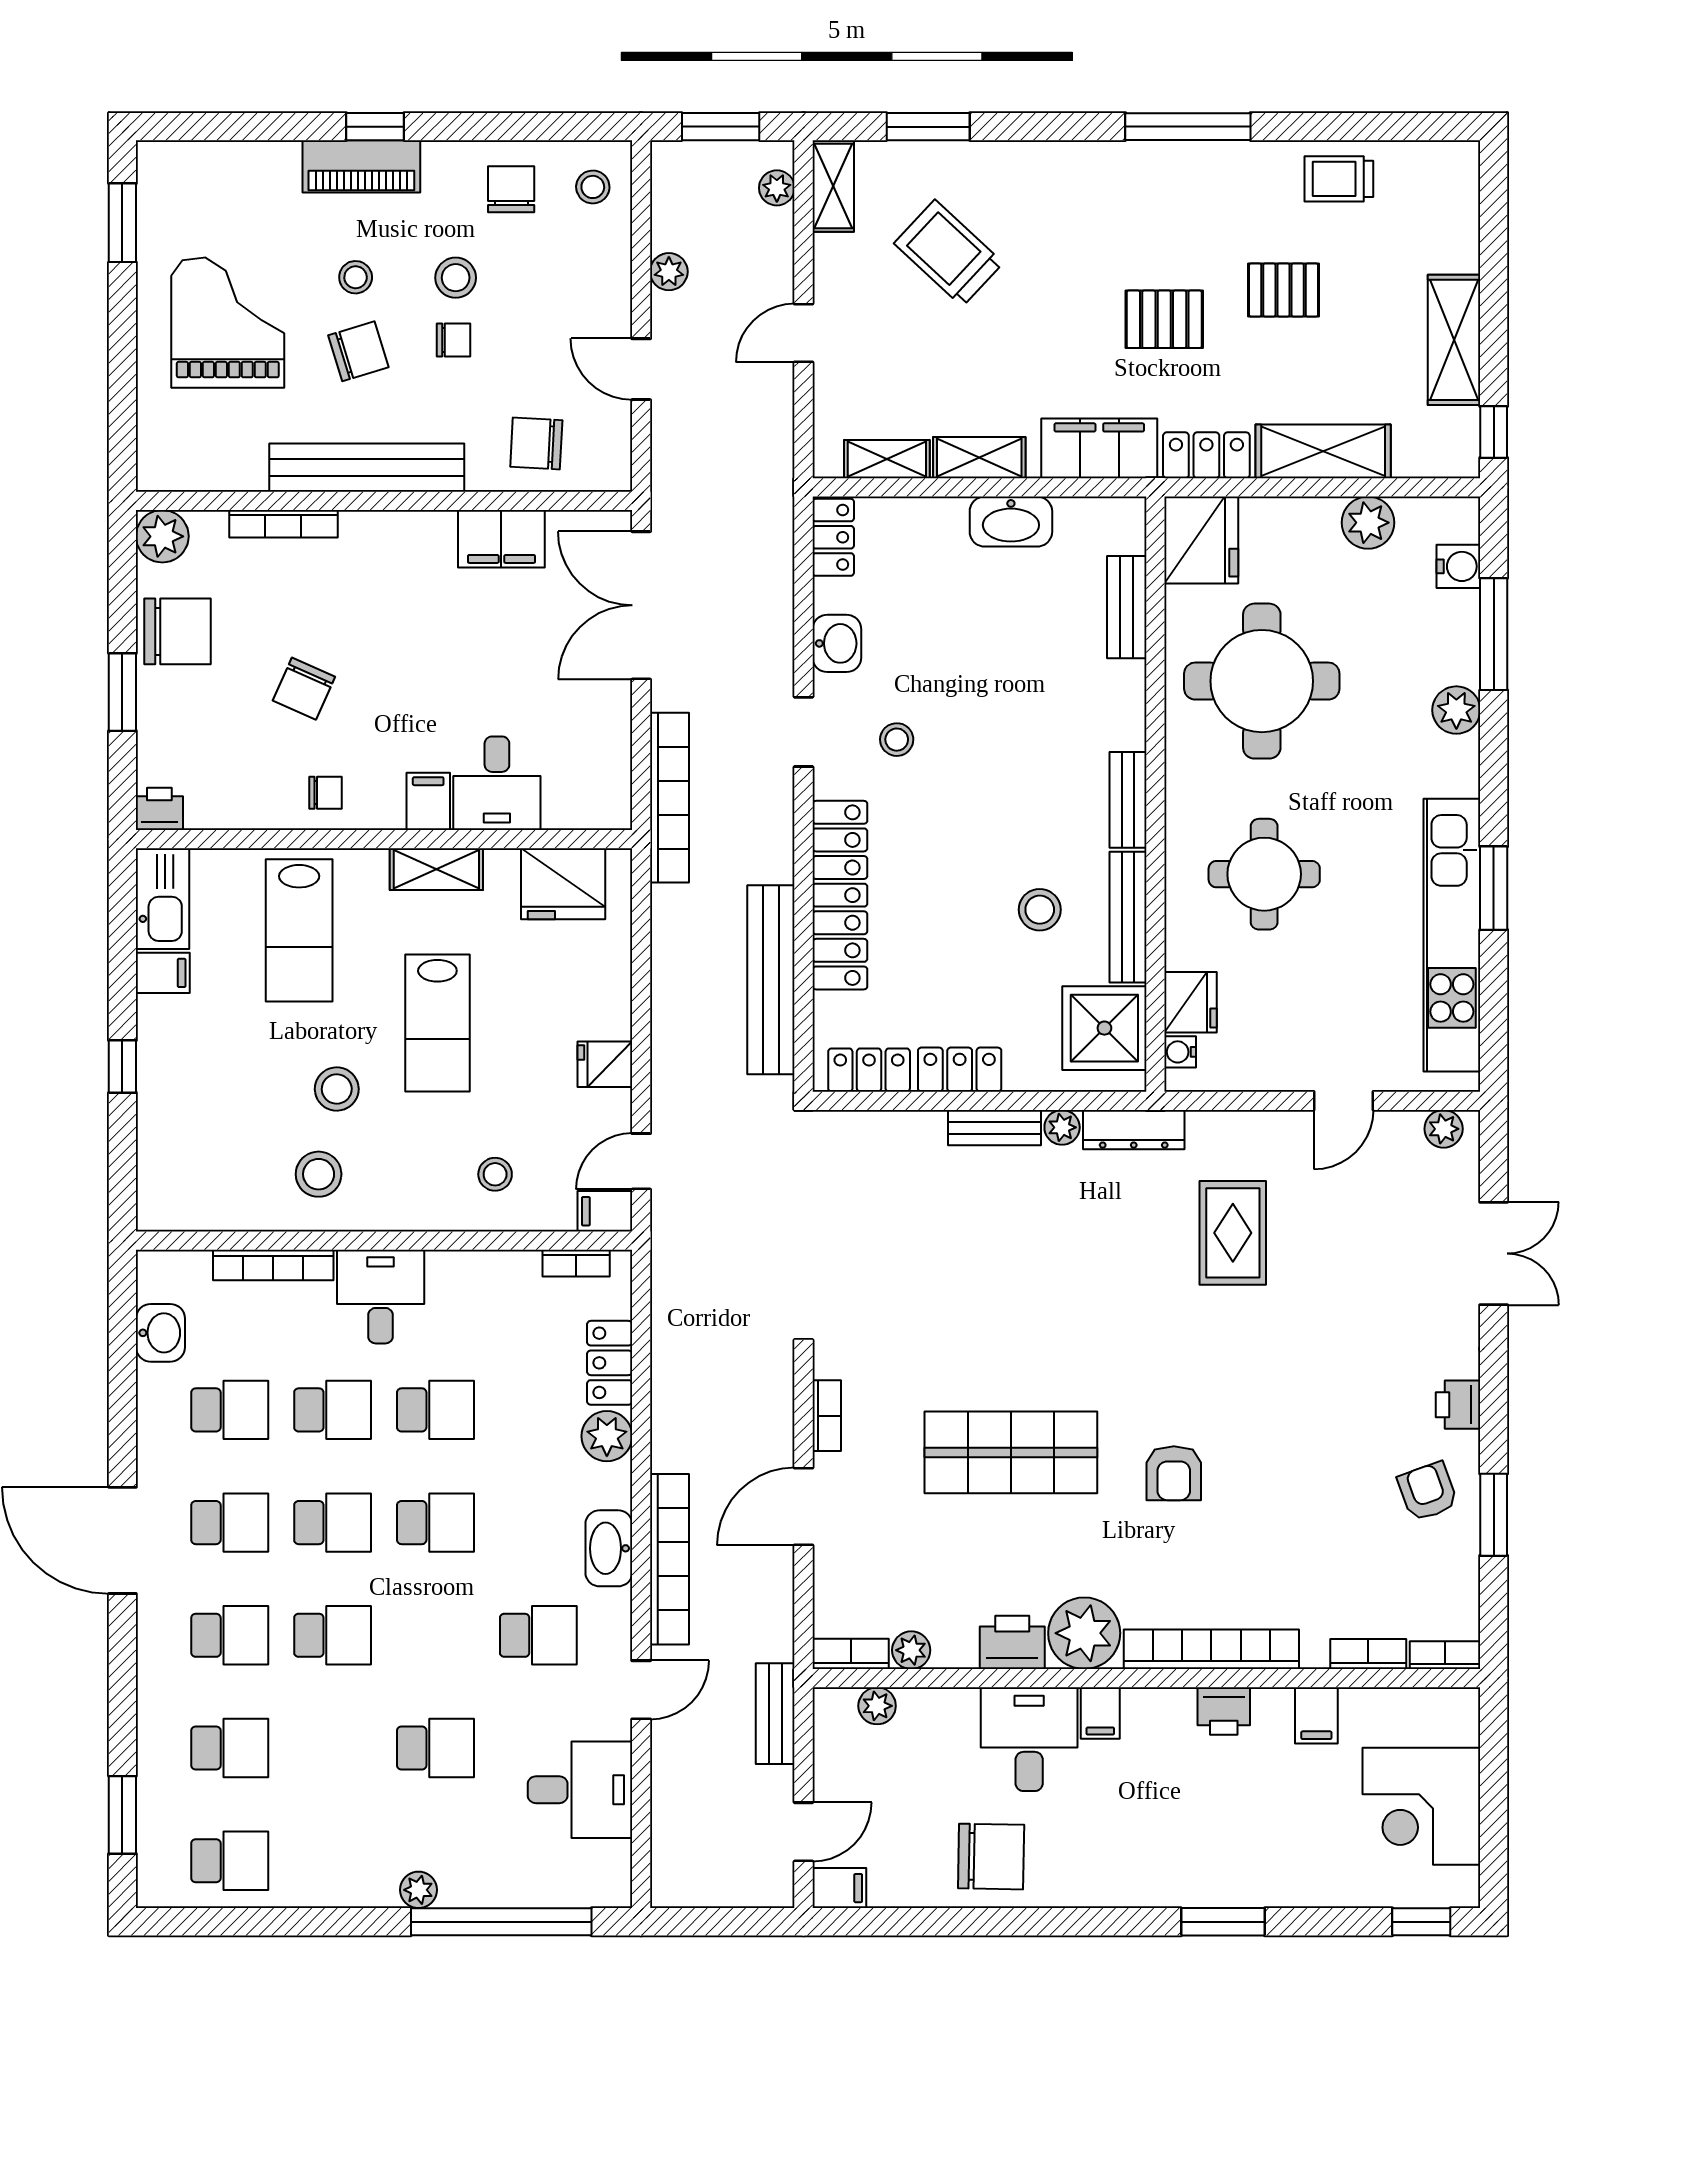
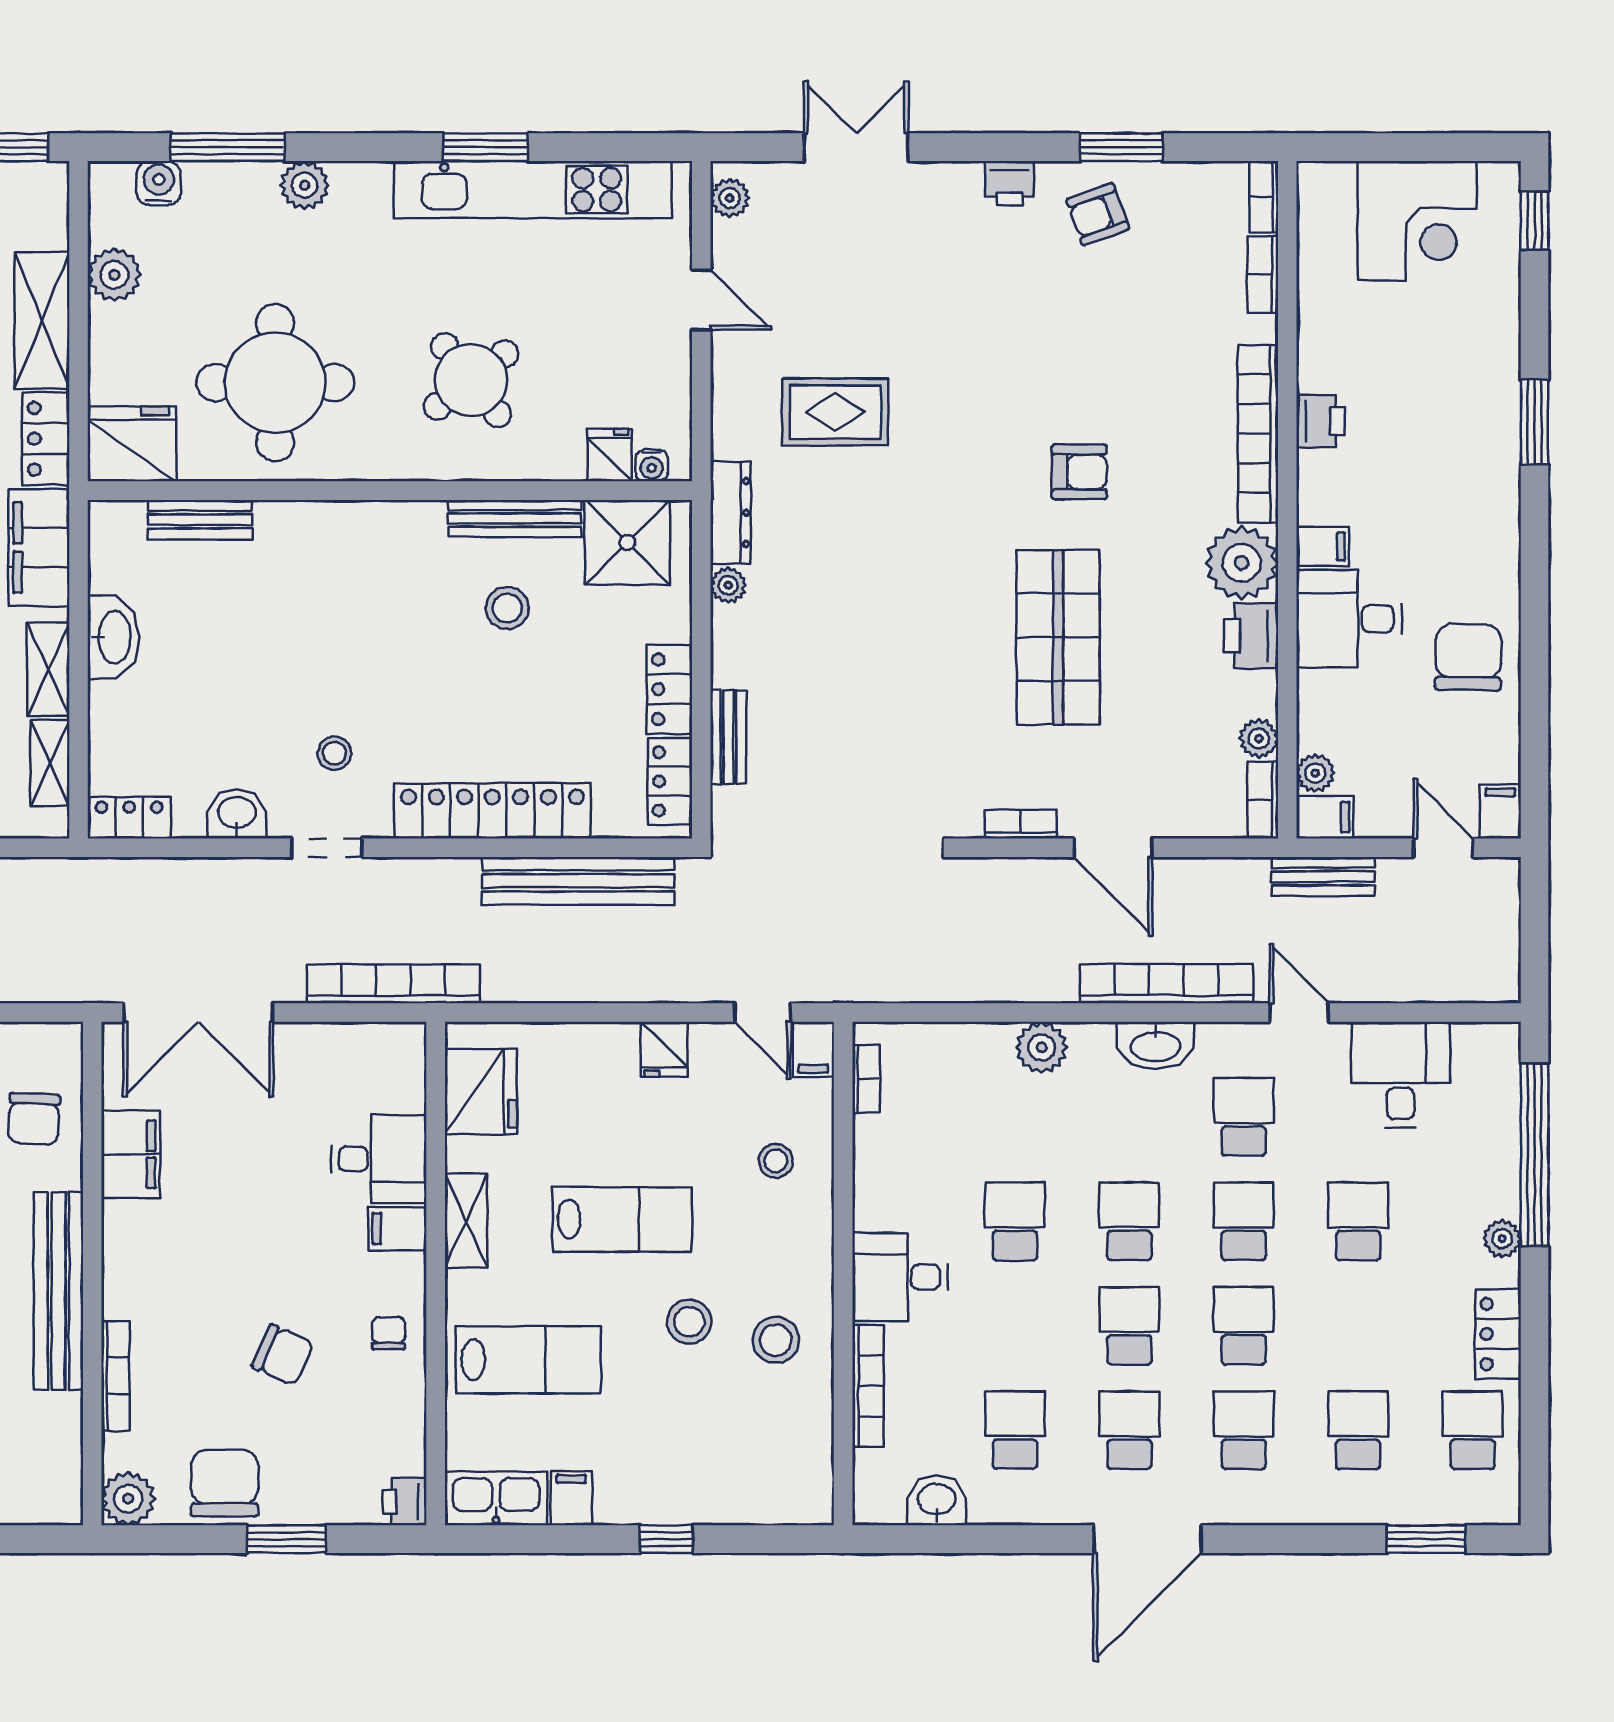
bench: (1128, 800) -> (396, 518), removed
round table: (1264, 874) -> (471, 380), turned -38
fridge: (1190, 1002) -> (610, 455), width x0.72
bench: (995, 1128) -> (728, 737), moved
locker: (610, 1363) -> (1498, 1334), moved, turned 90
school desk: (333, 1410) -> (1244, 1221), moved
filing cabinet: (1316, 1715) -> (1325, 817), moved

